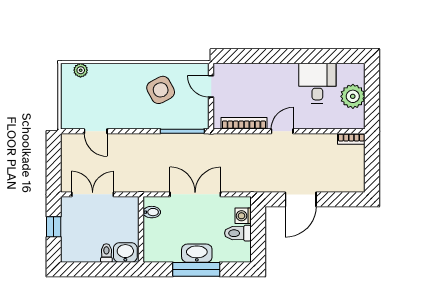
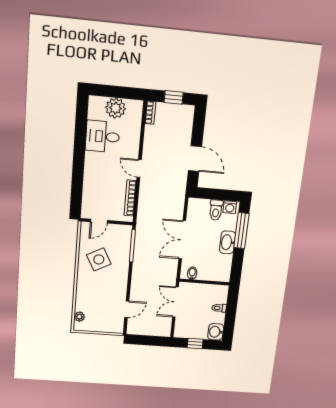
window: (372, 165) -> (174, 97), added
double door: (93, 194) -> (176, 302), moved
washing machine: (243, 216) -> (230, 207), moved
washbasin: (125, 252) -> (216, 332), moved
window: (196, 269) -> (241, 231), moved

